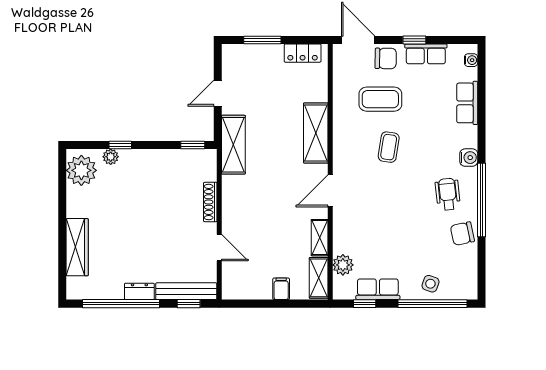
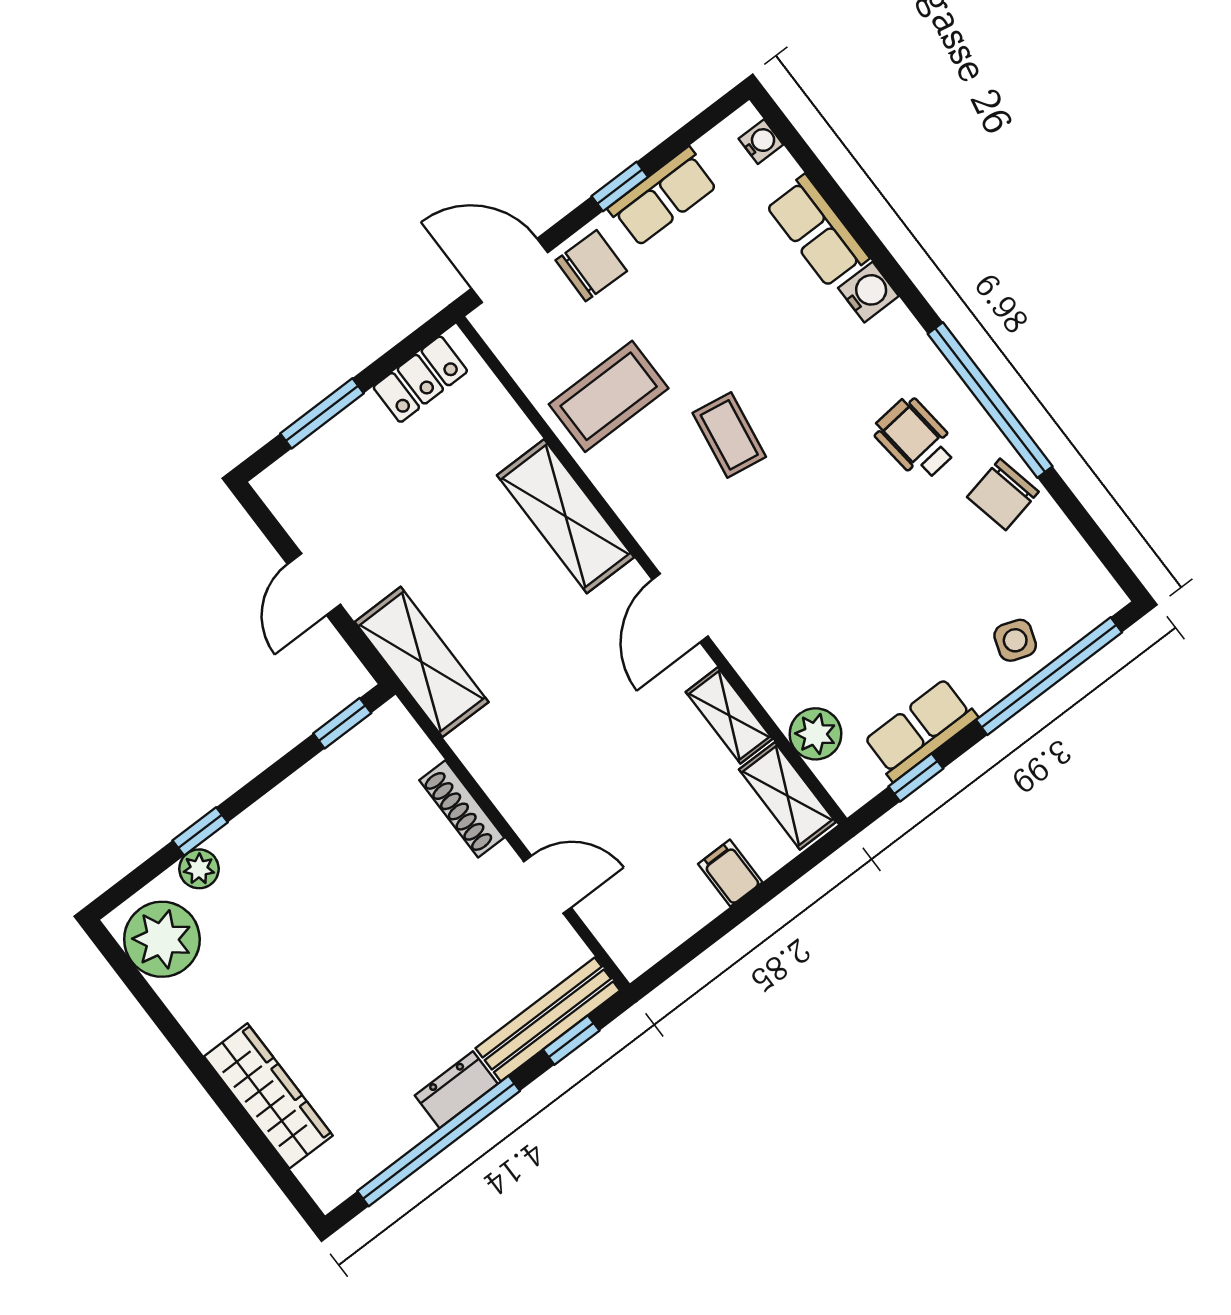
coffee table: (380, 99) -> (609, 396), moved
water cooler: (469, 158) -> (868, 292), moved

